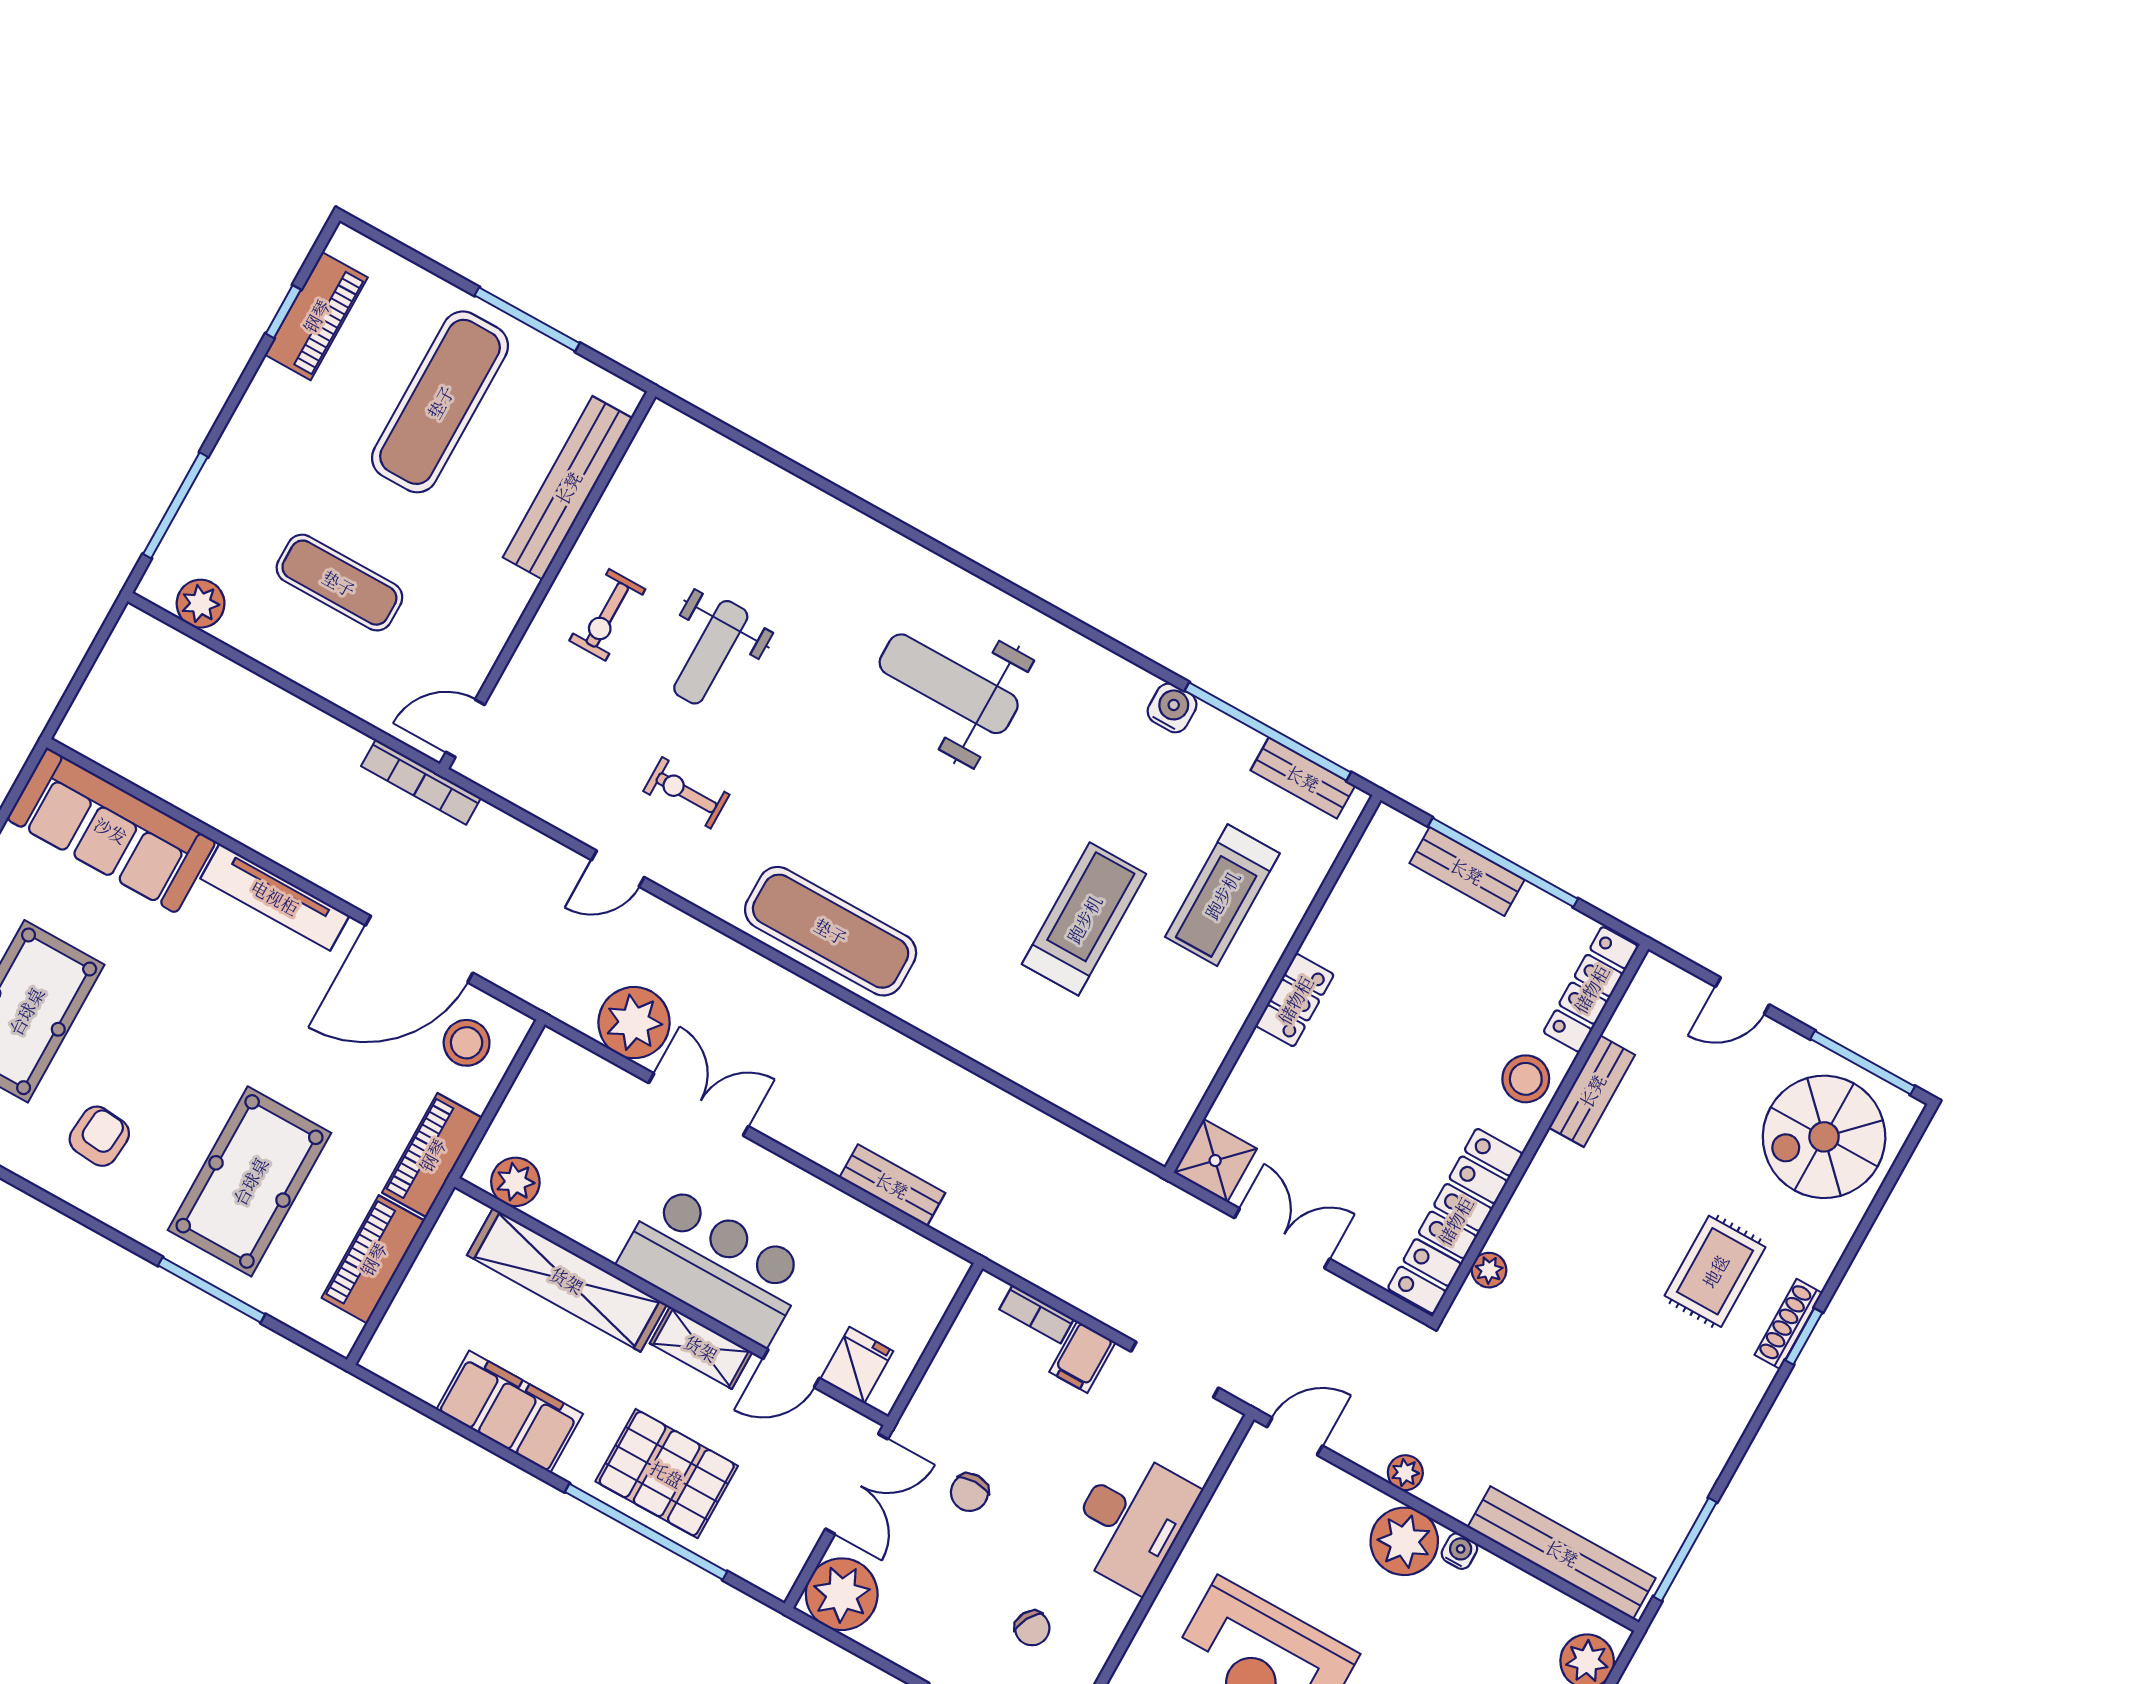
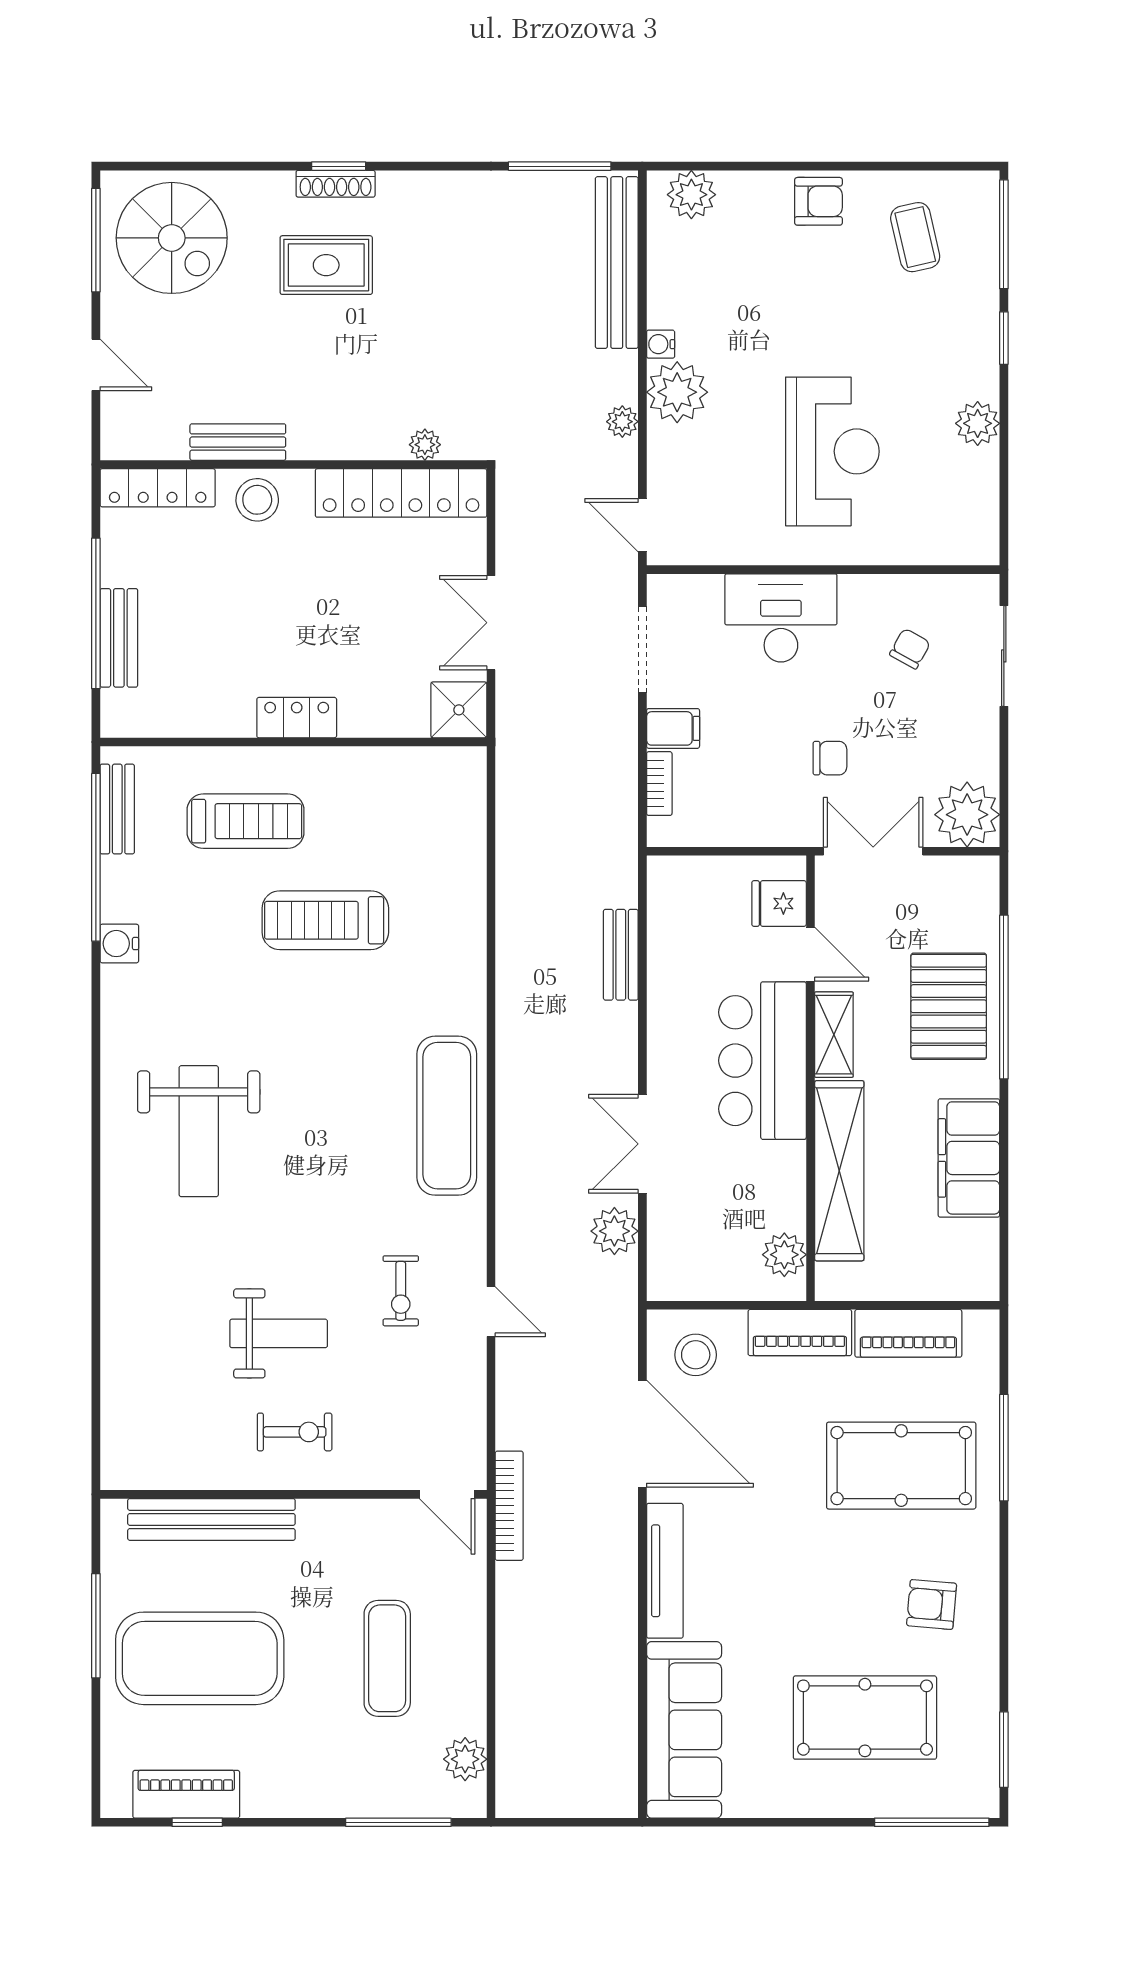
exercise mat: (440, 402) -> (200, 1658), width x1.47
plant: (634, 1023) -> (614, 1231), width x0.73, depth x0.73

